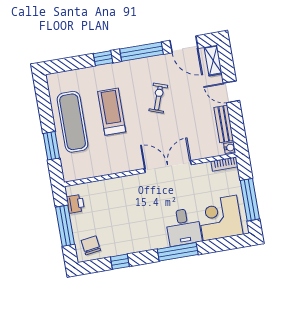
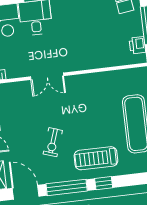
treadmill: (112, 112) -> (96, 158), moved, turned 90
double door: (168, 167) -> (47, 76), width x0.73

